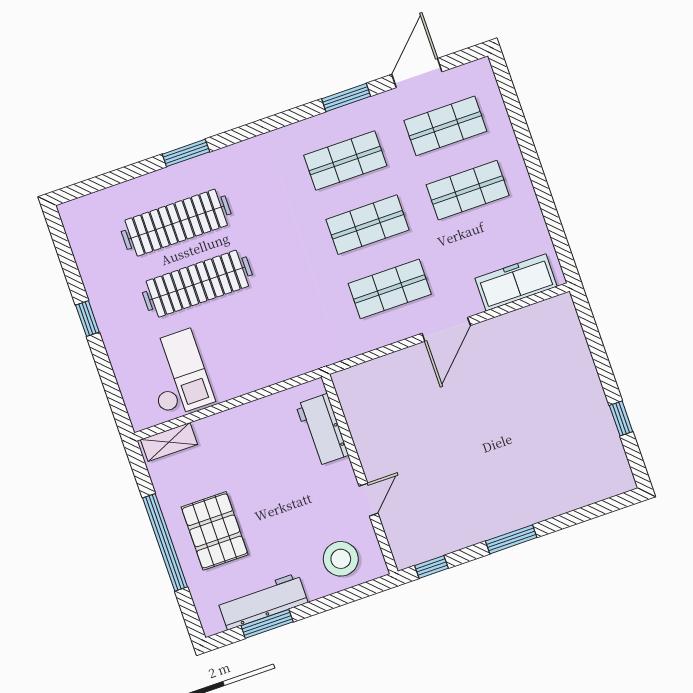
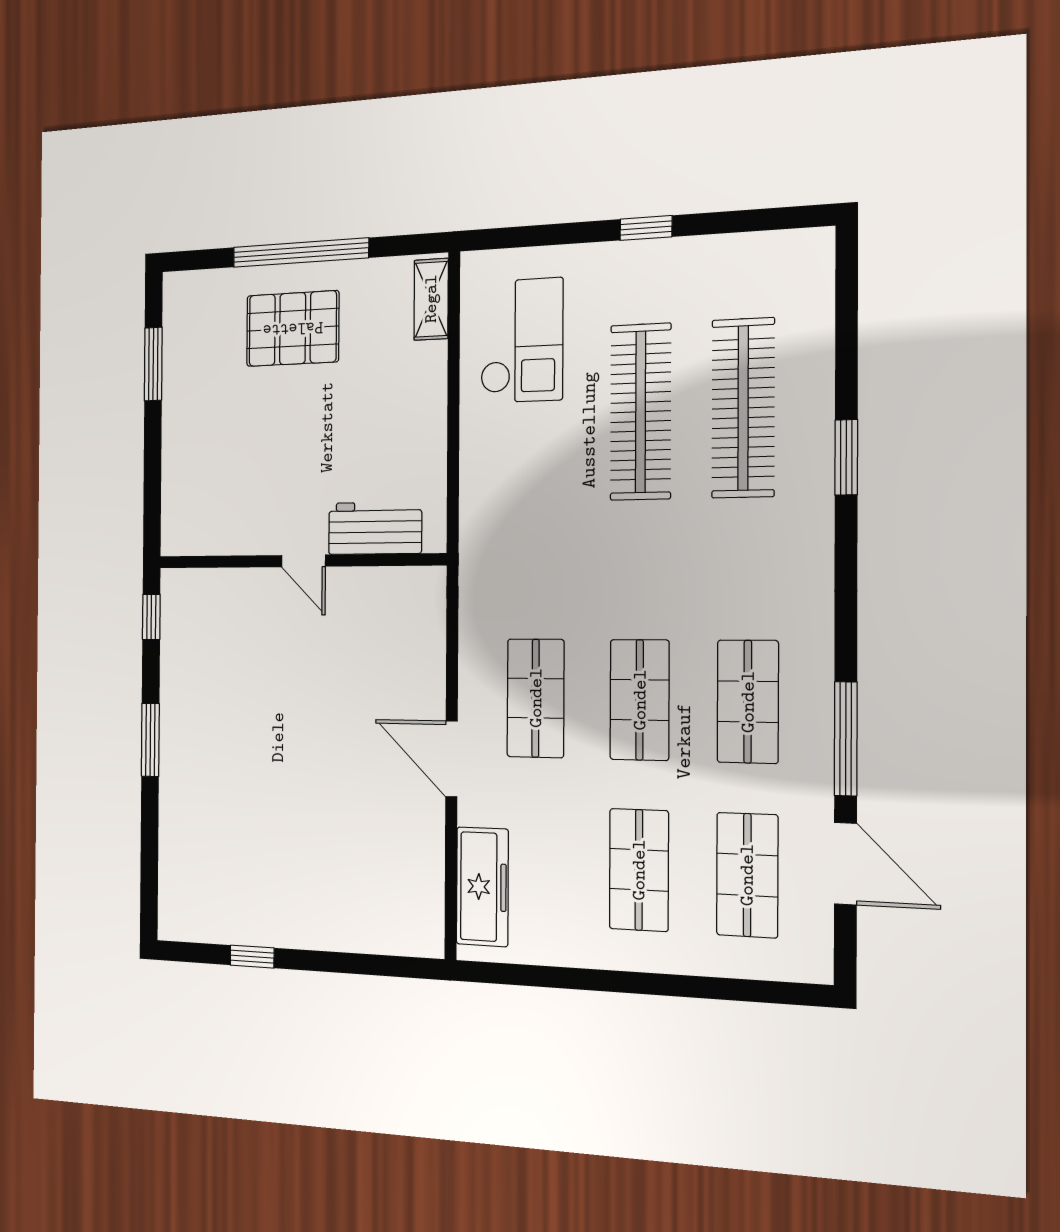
window: (346, 97) -> (846, 739), width x1.44
checkout: (177, 374) -> (522, 341), turned -90
door: (369, 500) -> (303, 561), moved
stool: (341, 559) -> (201, 495), removed
workbench: (263, 601) -> (183, 367), removed

